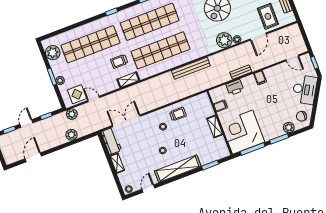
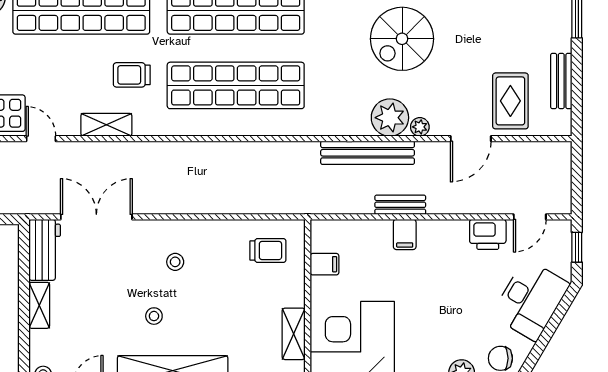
door: (292, 58) -> (530, 217), hinge flipped
bench: (191, 68) -> (368, 153), moved
filing cabinet: (260, 78) -> (405, 234), moved
shelving: (128, 80) -> (106, 125), moved
printer: (235, 87) -> (488, 234), moved
trolley: (178, 114) -> (268, 250), moved
shelving: (215, 126) -> (294, 334), moved

